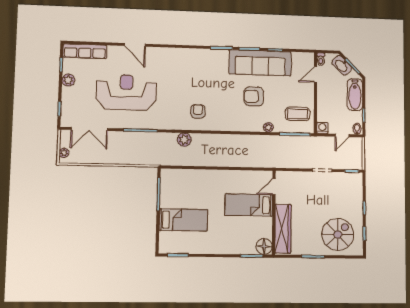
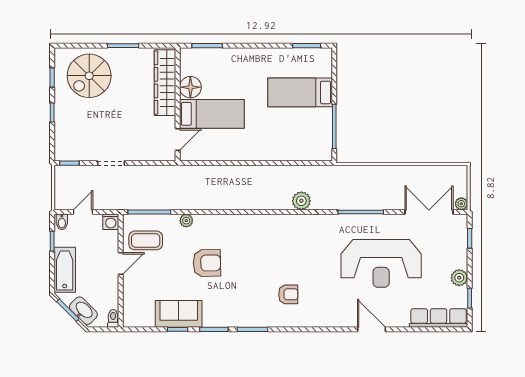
sofa: (260, 63) -> (179, 314), width x0.54, depth x0.79
door: (316, 74) -> (121, 264), moved
armchair: (198, 111) -> (288, 294), moved, turned -90
plant: (64, 153) -> (461, 204), moved
floor lamp: (264, 246) -> (190, 87), moved

